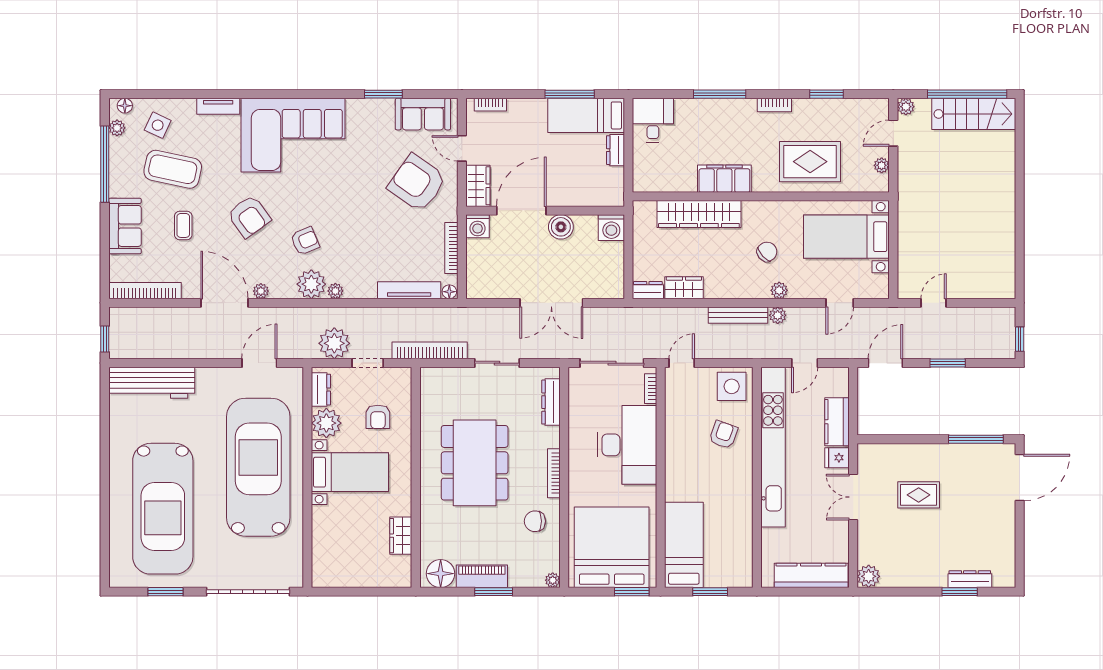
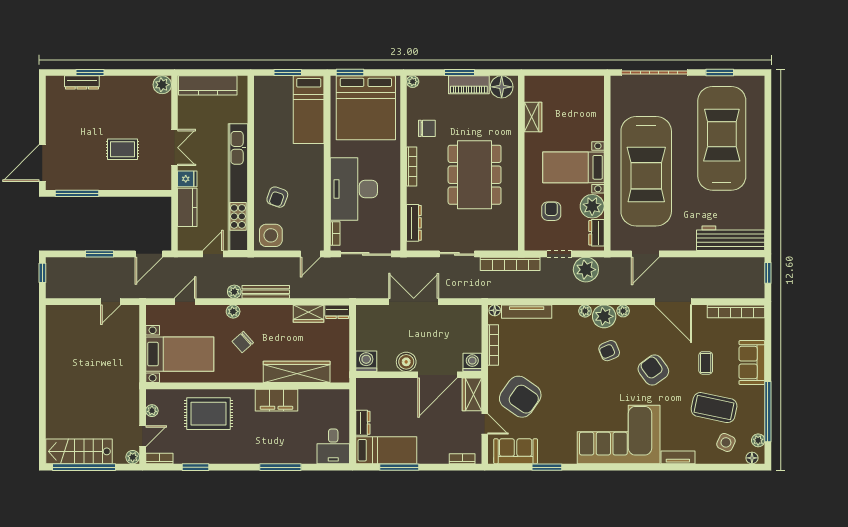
bookcase: (774, 105) -> (159, 458), moved
plant: (261, 291) -> (623, 311), moved

